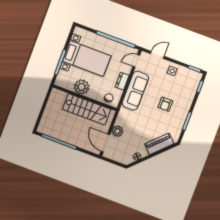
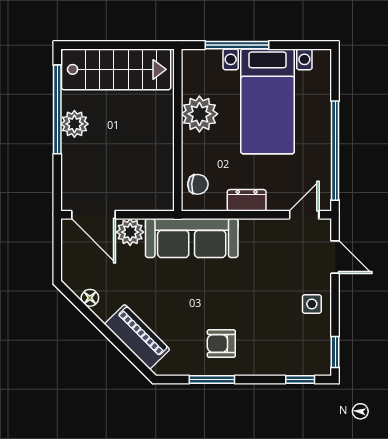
door: (136, 61) -> (304, 215), hinge flipped
sofa: (135, 91) -> (192, 238), moved
armchair: (165, 104) -> (221, 344), moved
stairs: (87, 109) -> (116, 69), moved, turned -90
plant: (67, 137) -> (74, 124), added
door: (105, 143) -> (93, 215), swing flipped

